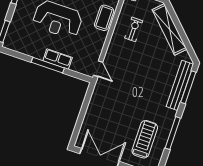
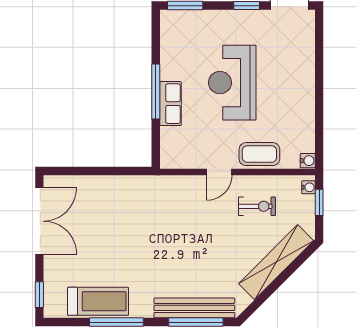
door: (98, 69) -> (219, 172), moved
treadmill: (145, 139) -> (98, 301), moved

